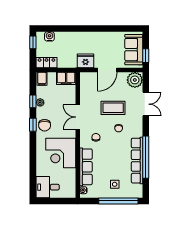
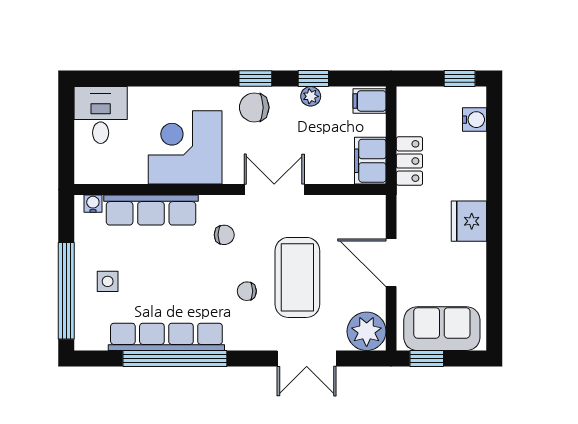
fridge: (86, 61) -> (469, 221), moved, turned 180
locker: (46, 63) -> (409, 161), moved
coffee table: (113, 108) -> (297, 277), width x1.36, depth x1.32

